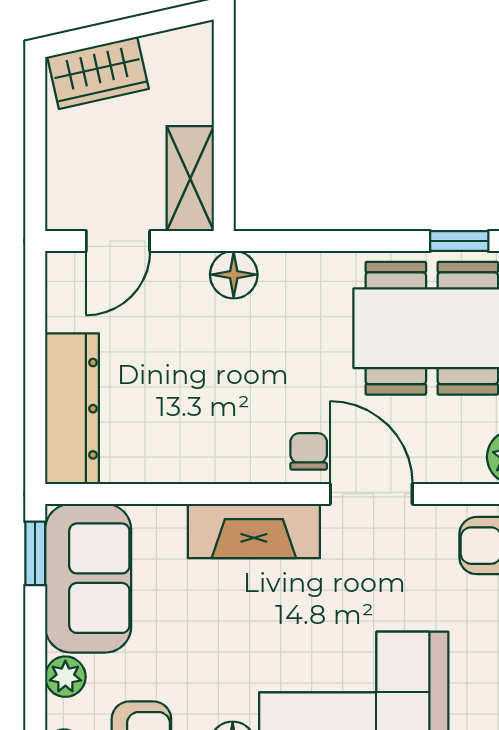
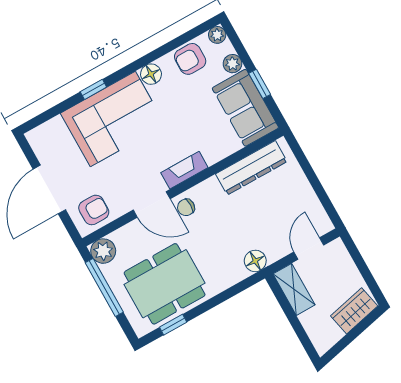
dresser: (72, 409) -> (251, 168), moved, turned -90
chair: (309, 451) -> (186, 207), turned 90
fireplace: (254, 531) -> (184, 170), width x0.73, depth x0.76
window: (35, 553) -> (260, 84), moved

